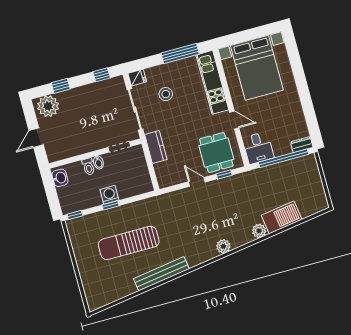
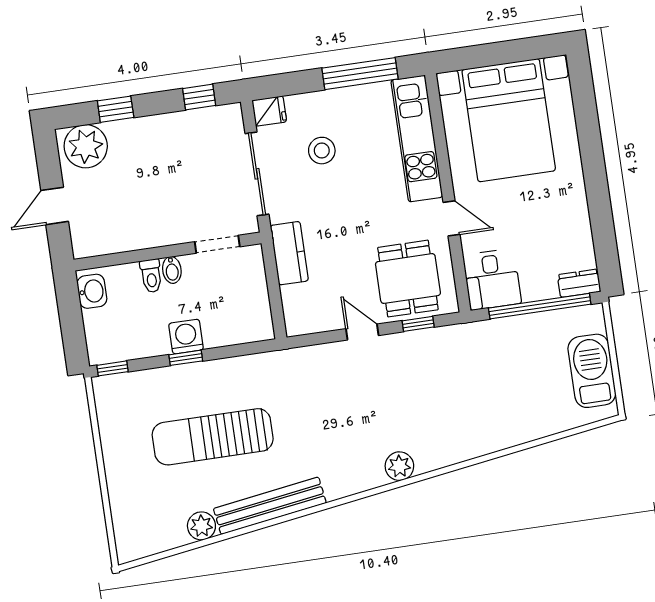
barbecue: (282, 217) -> (592, 371), moved, turned -82
plant: (259, 231) -> (201, 526), moved

